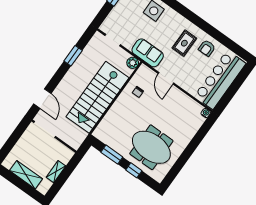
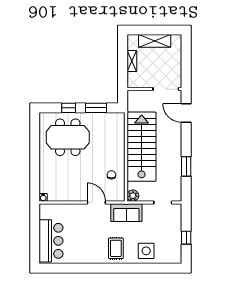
rug: (184, 43) -> (116, 248), moved
armchair: (207, 48) -> (81, 251), removed
bar counter: (220, 80) -> (51, 241), width x0.73

